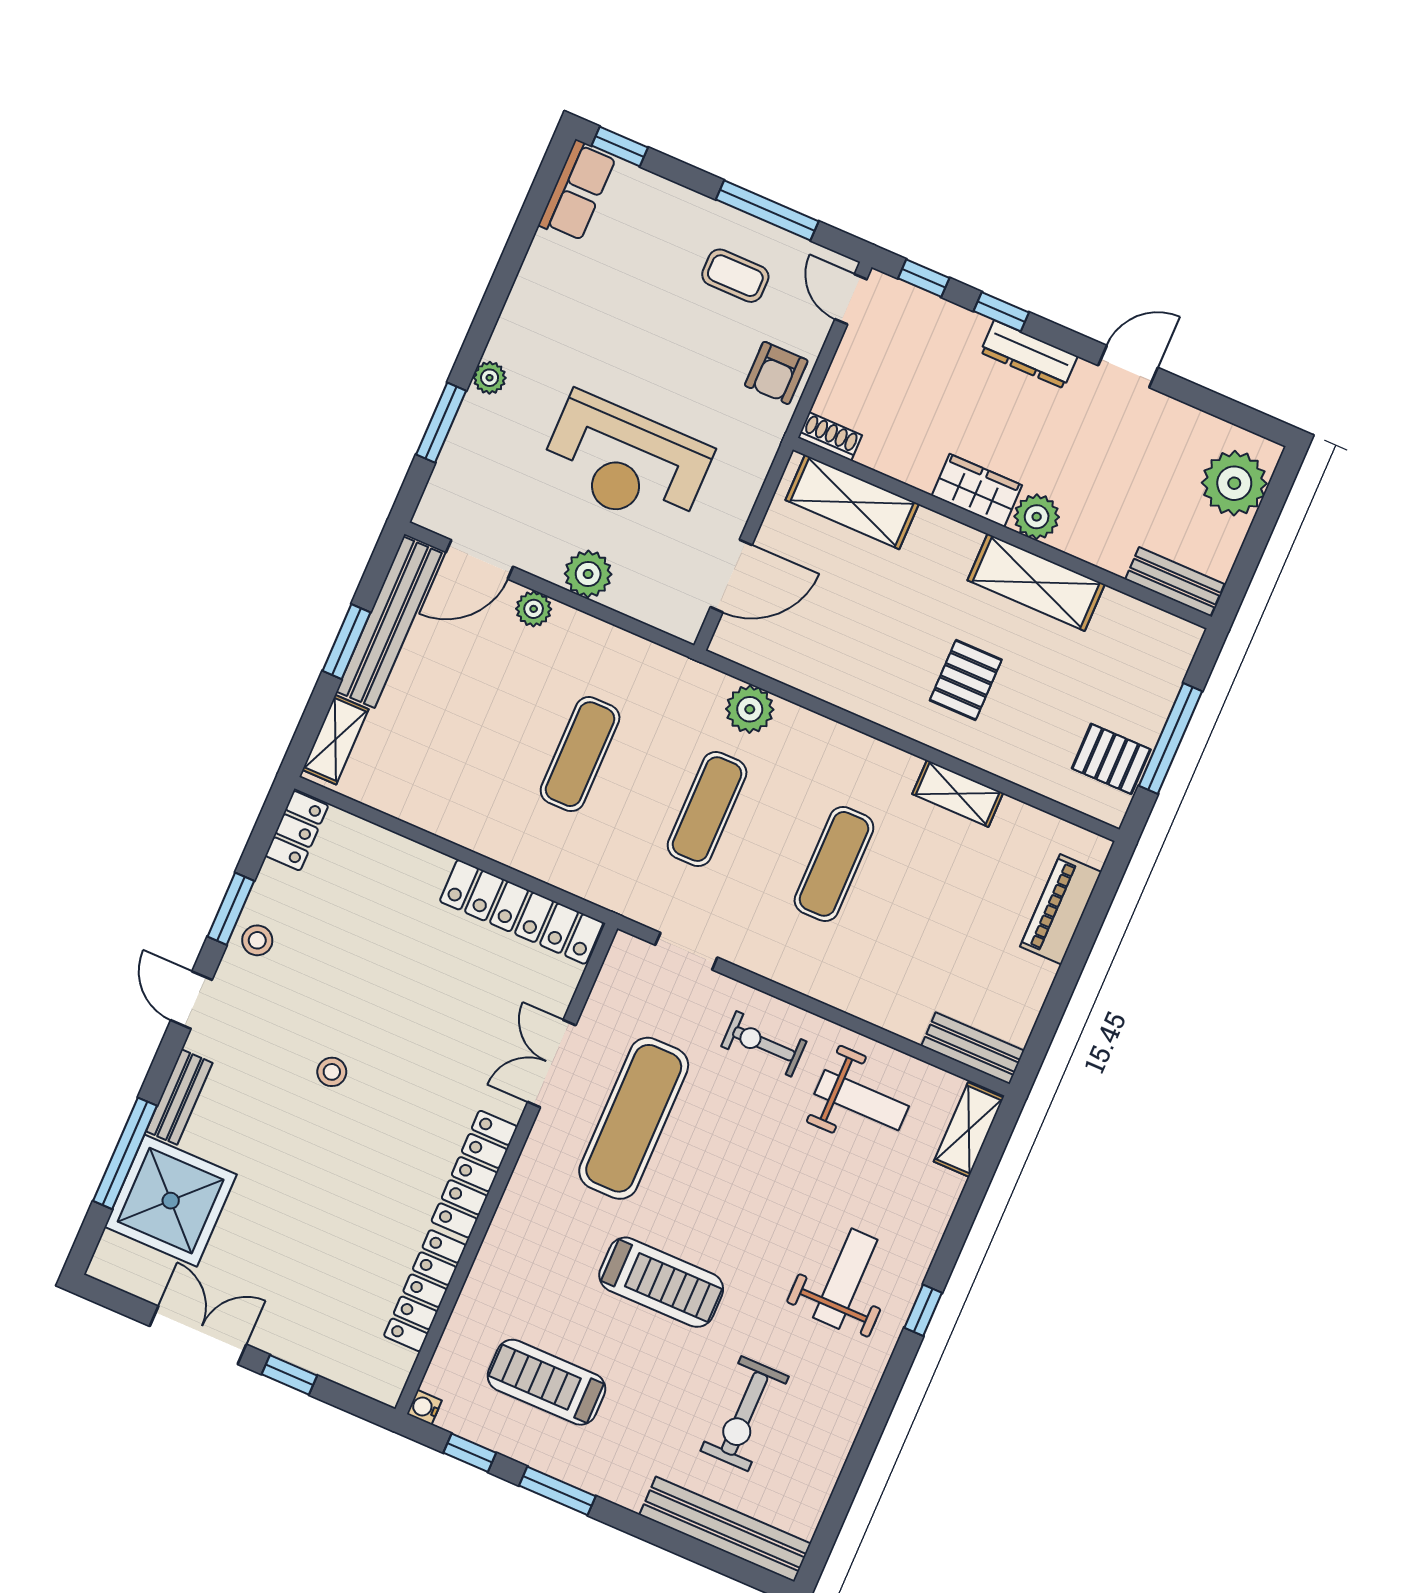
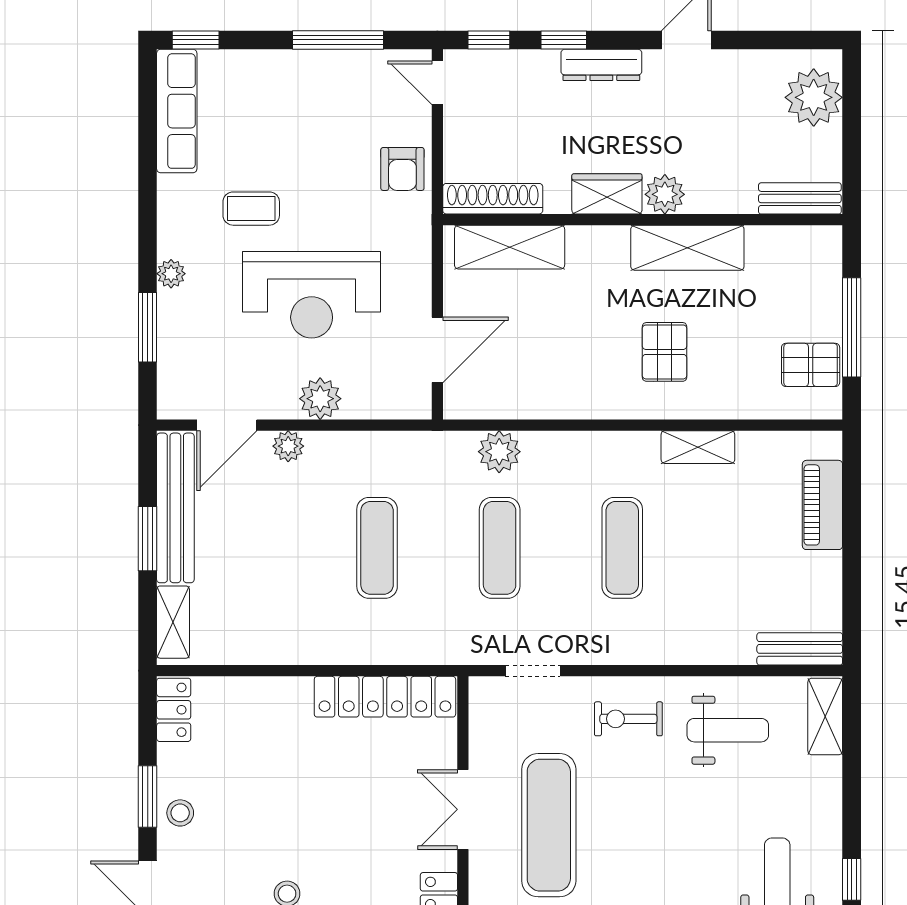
row of seats: (577, 191) -> (177, 111), width x1.48
coffee table: (735, 276) -> (251, 209), moved
shoe rack: (830, 436) -> (493, 199), width x1.94, depth x1.24

